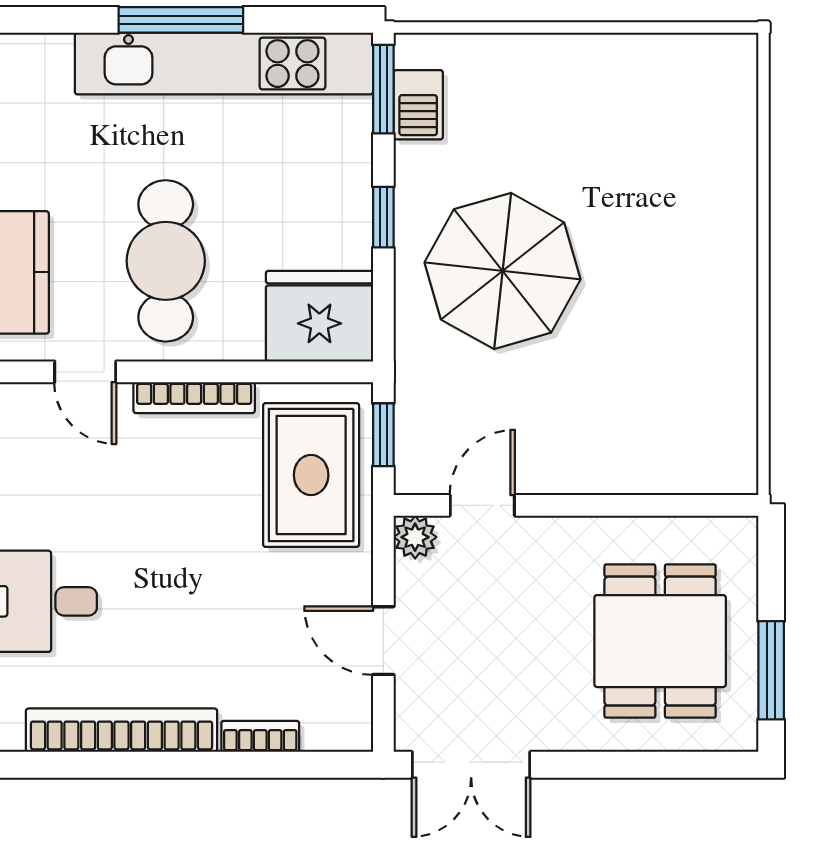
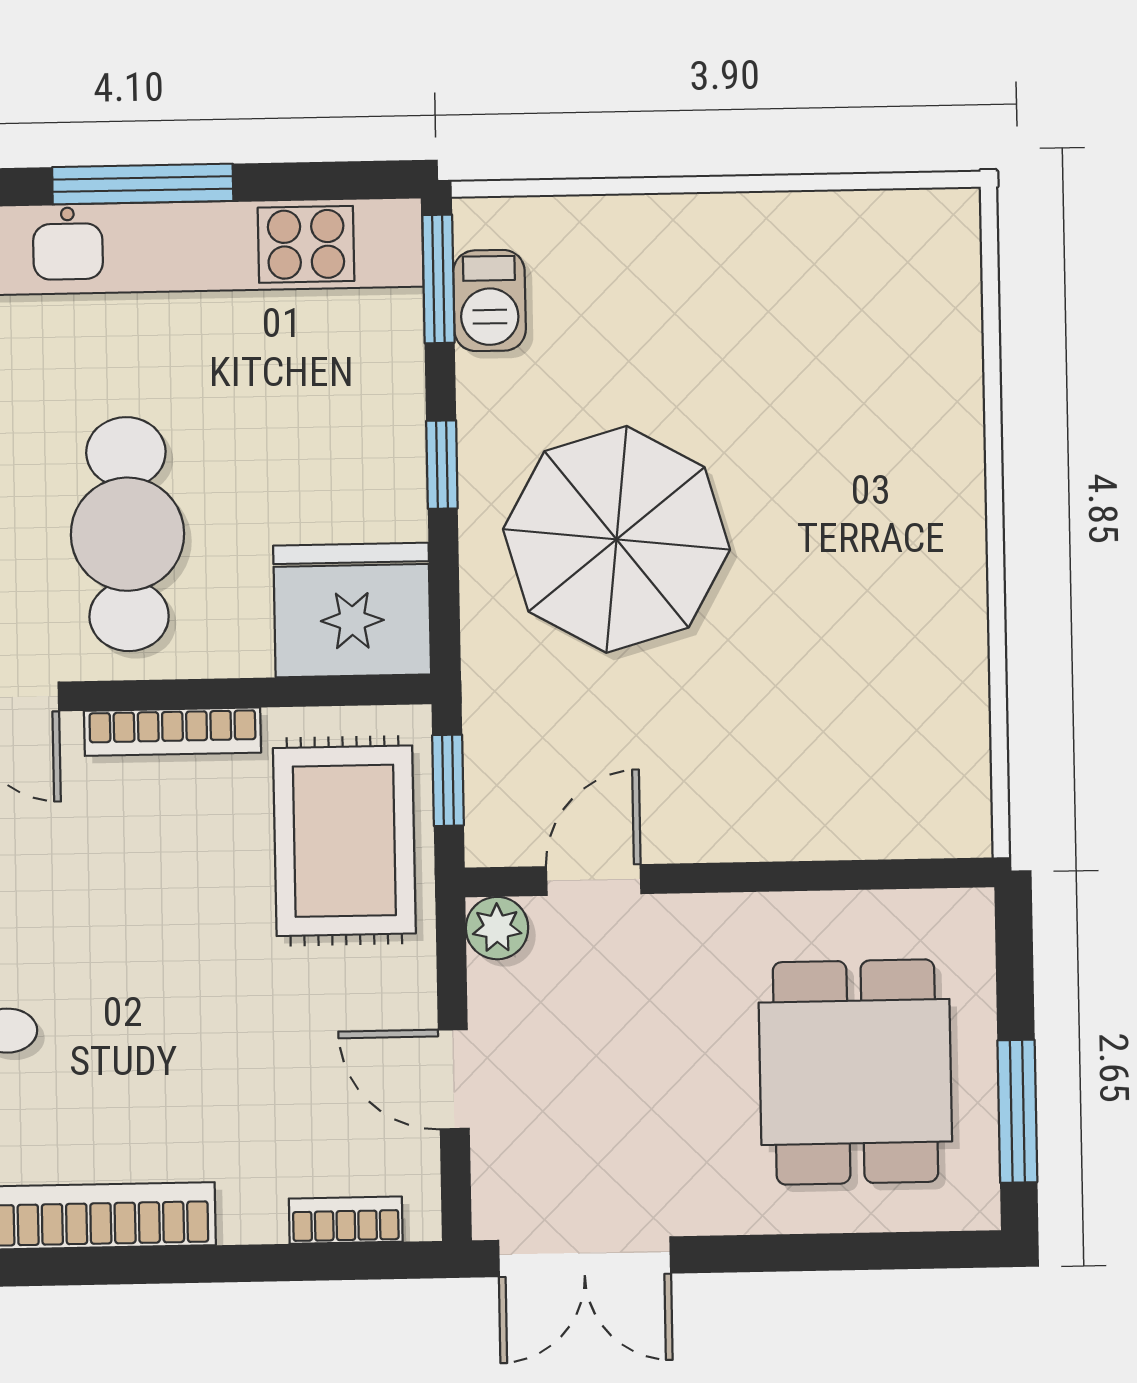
bookcase: (260, 736) -> (346, 1220), moved

